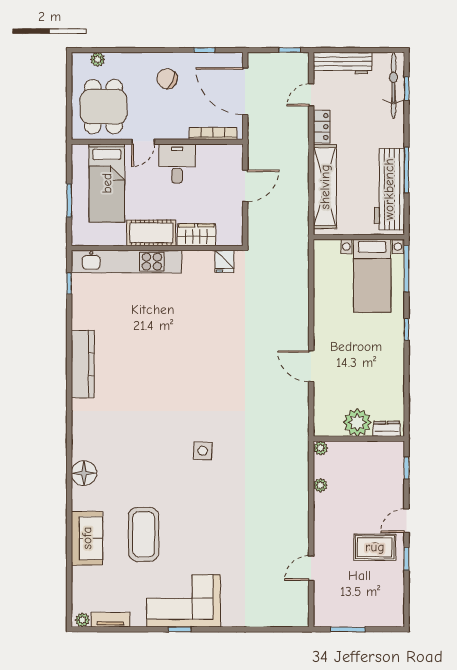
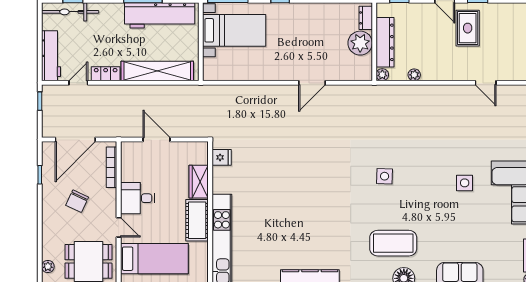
chair: (167, 79) -> (77, 201), moved
door: (311, 95) -> (78, 83), swing flipped
dresser: (358, 451) -> (385, 42), added
coffee table: (144, 534) -> (393, 243), moved
side table: (195, 544) -> (465, 183), added

